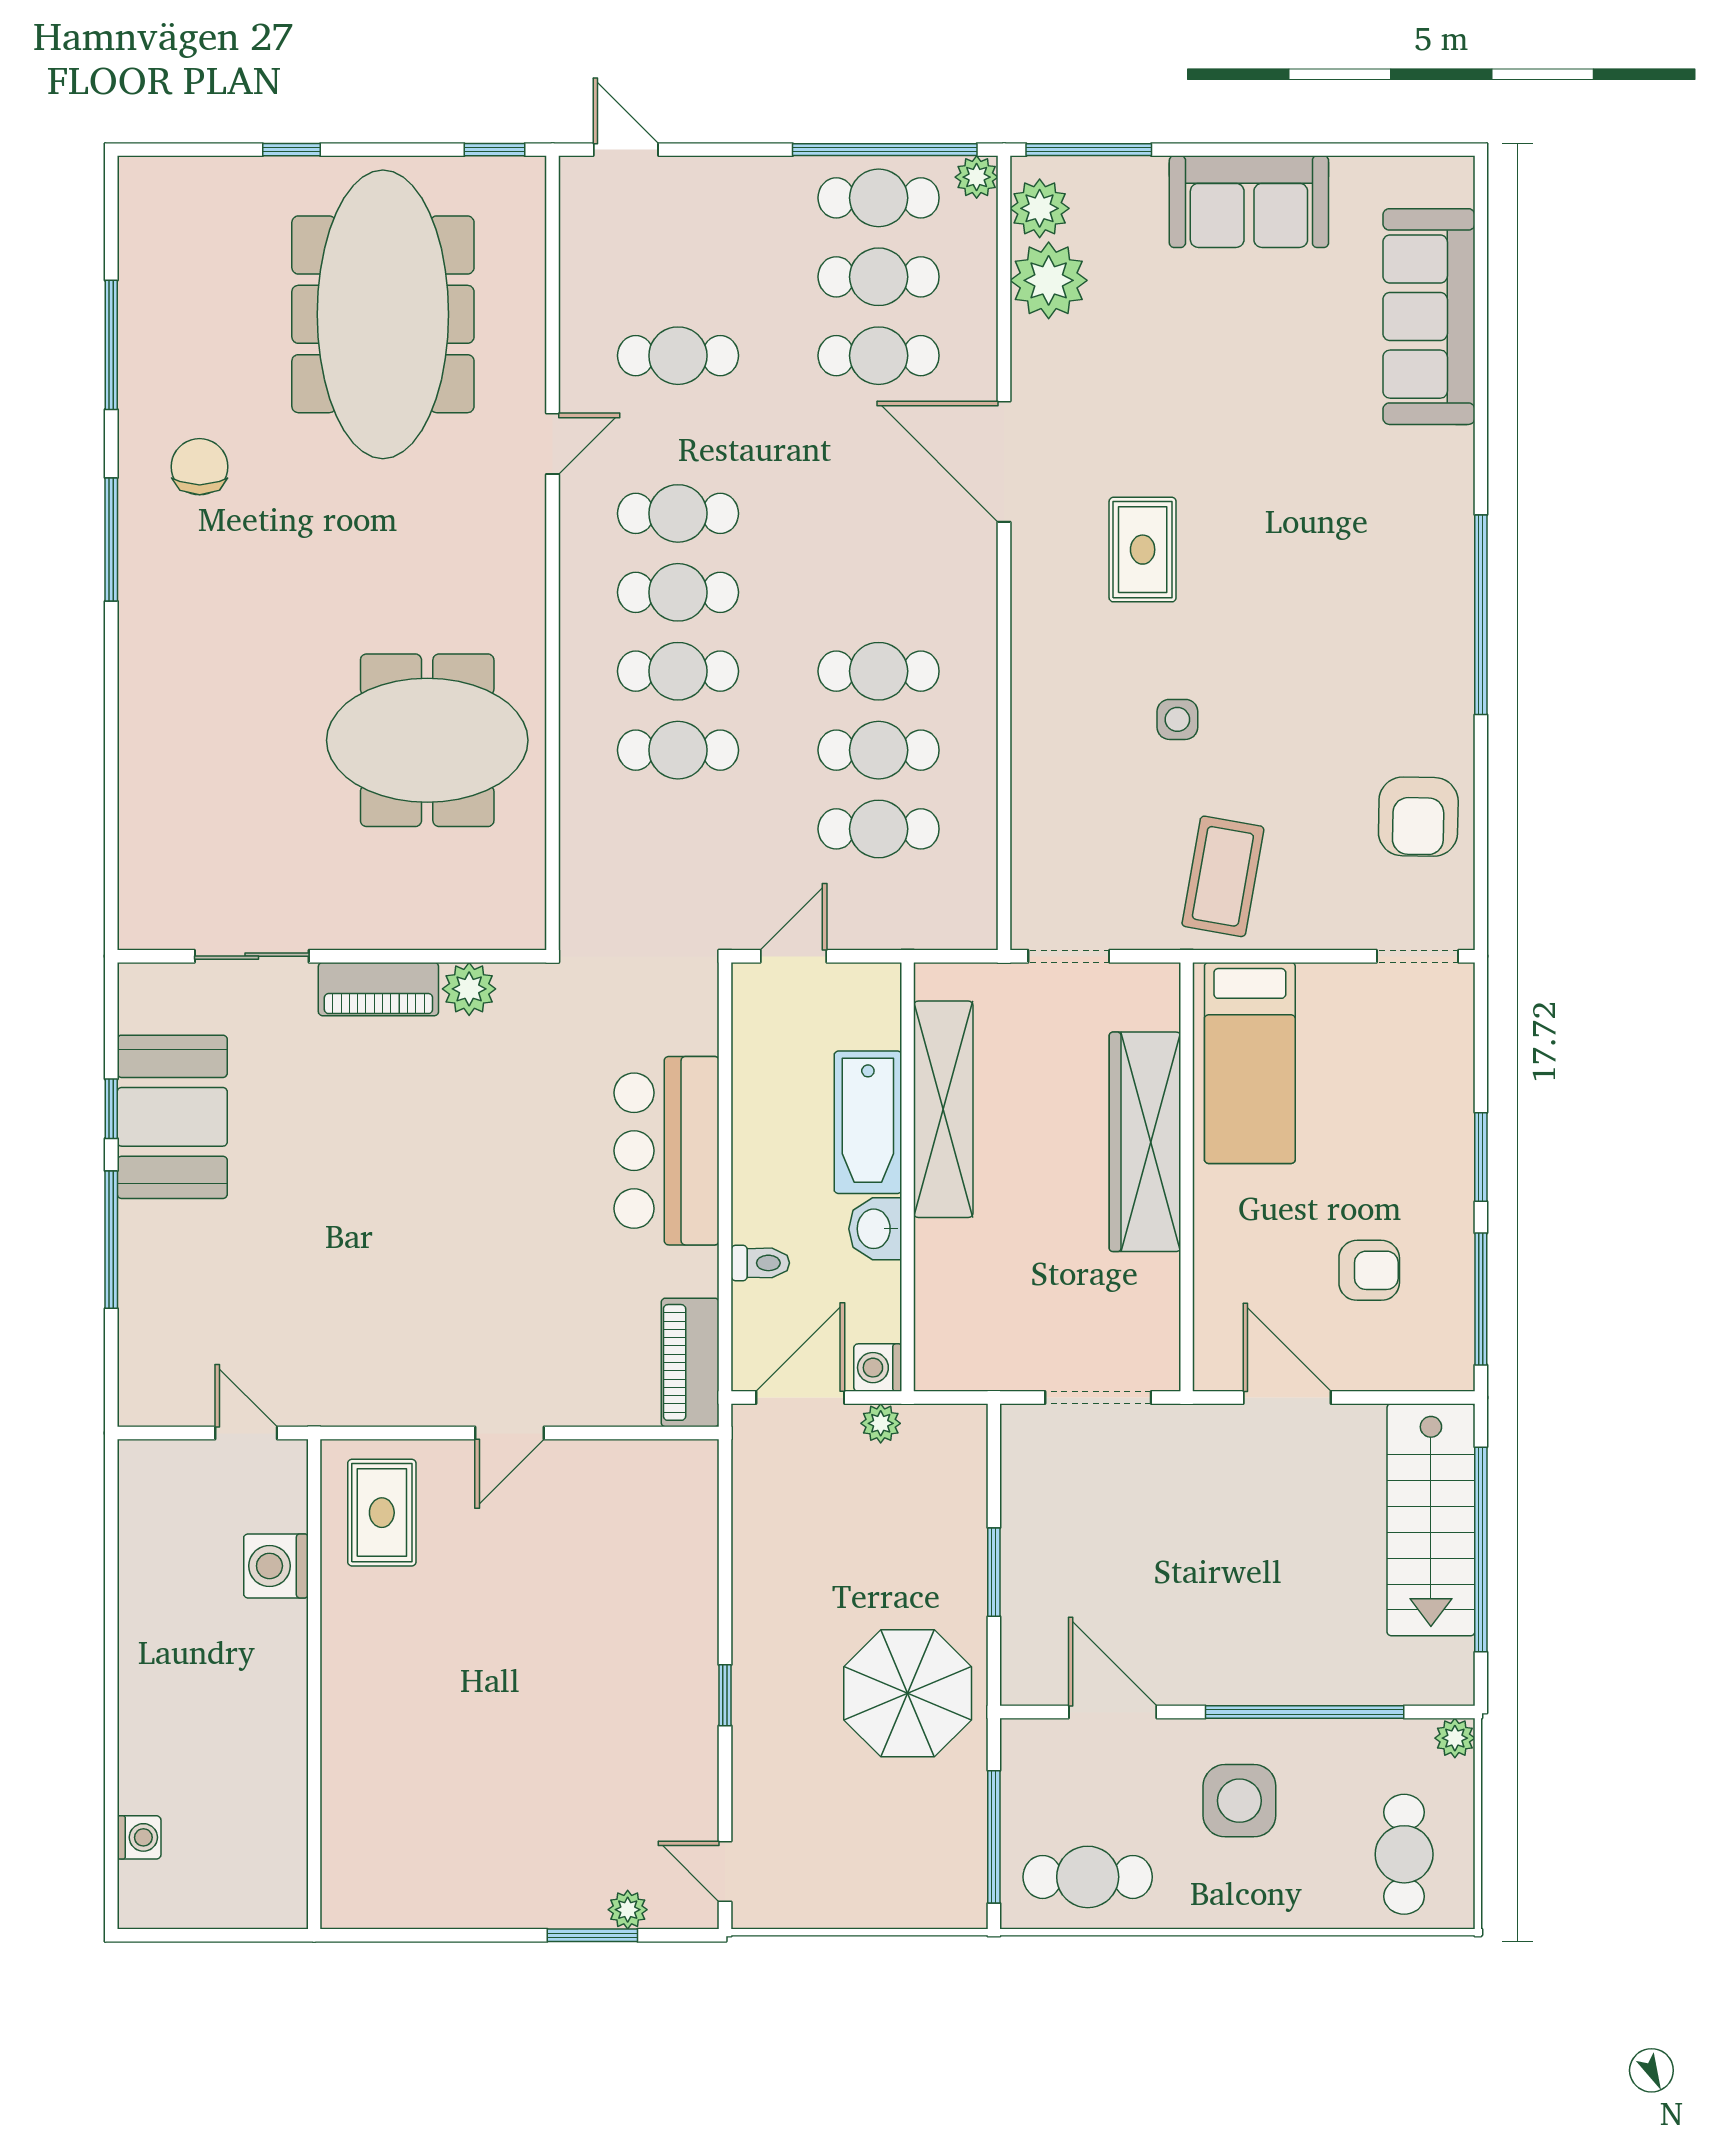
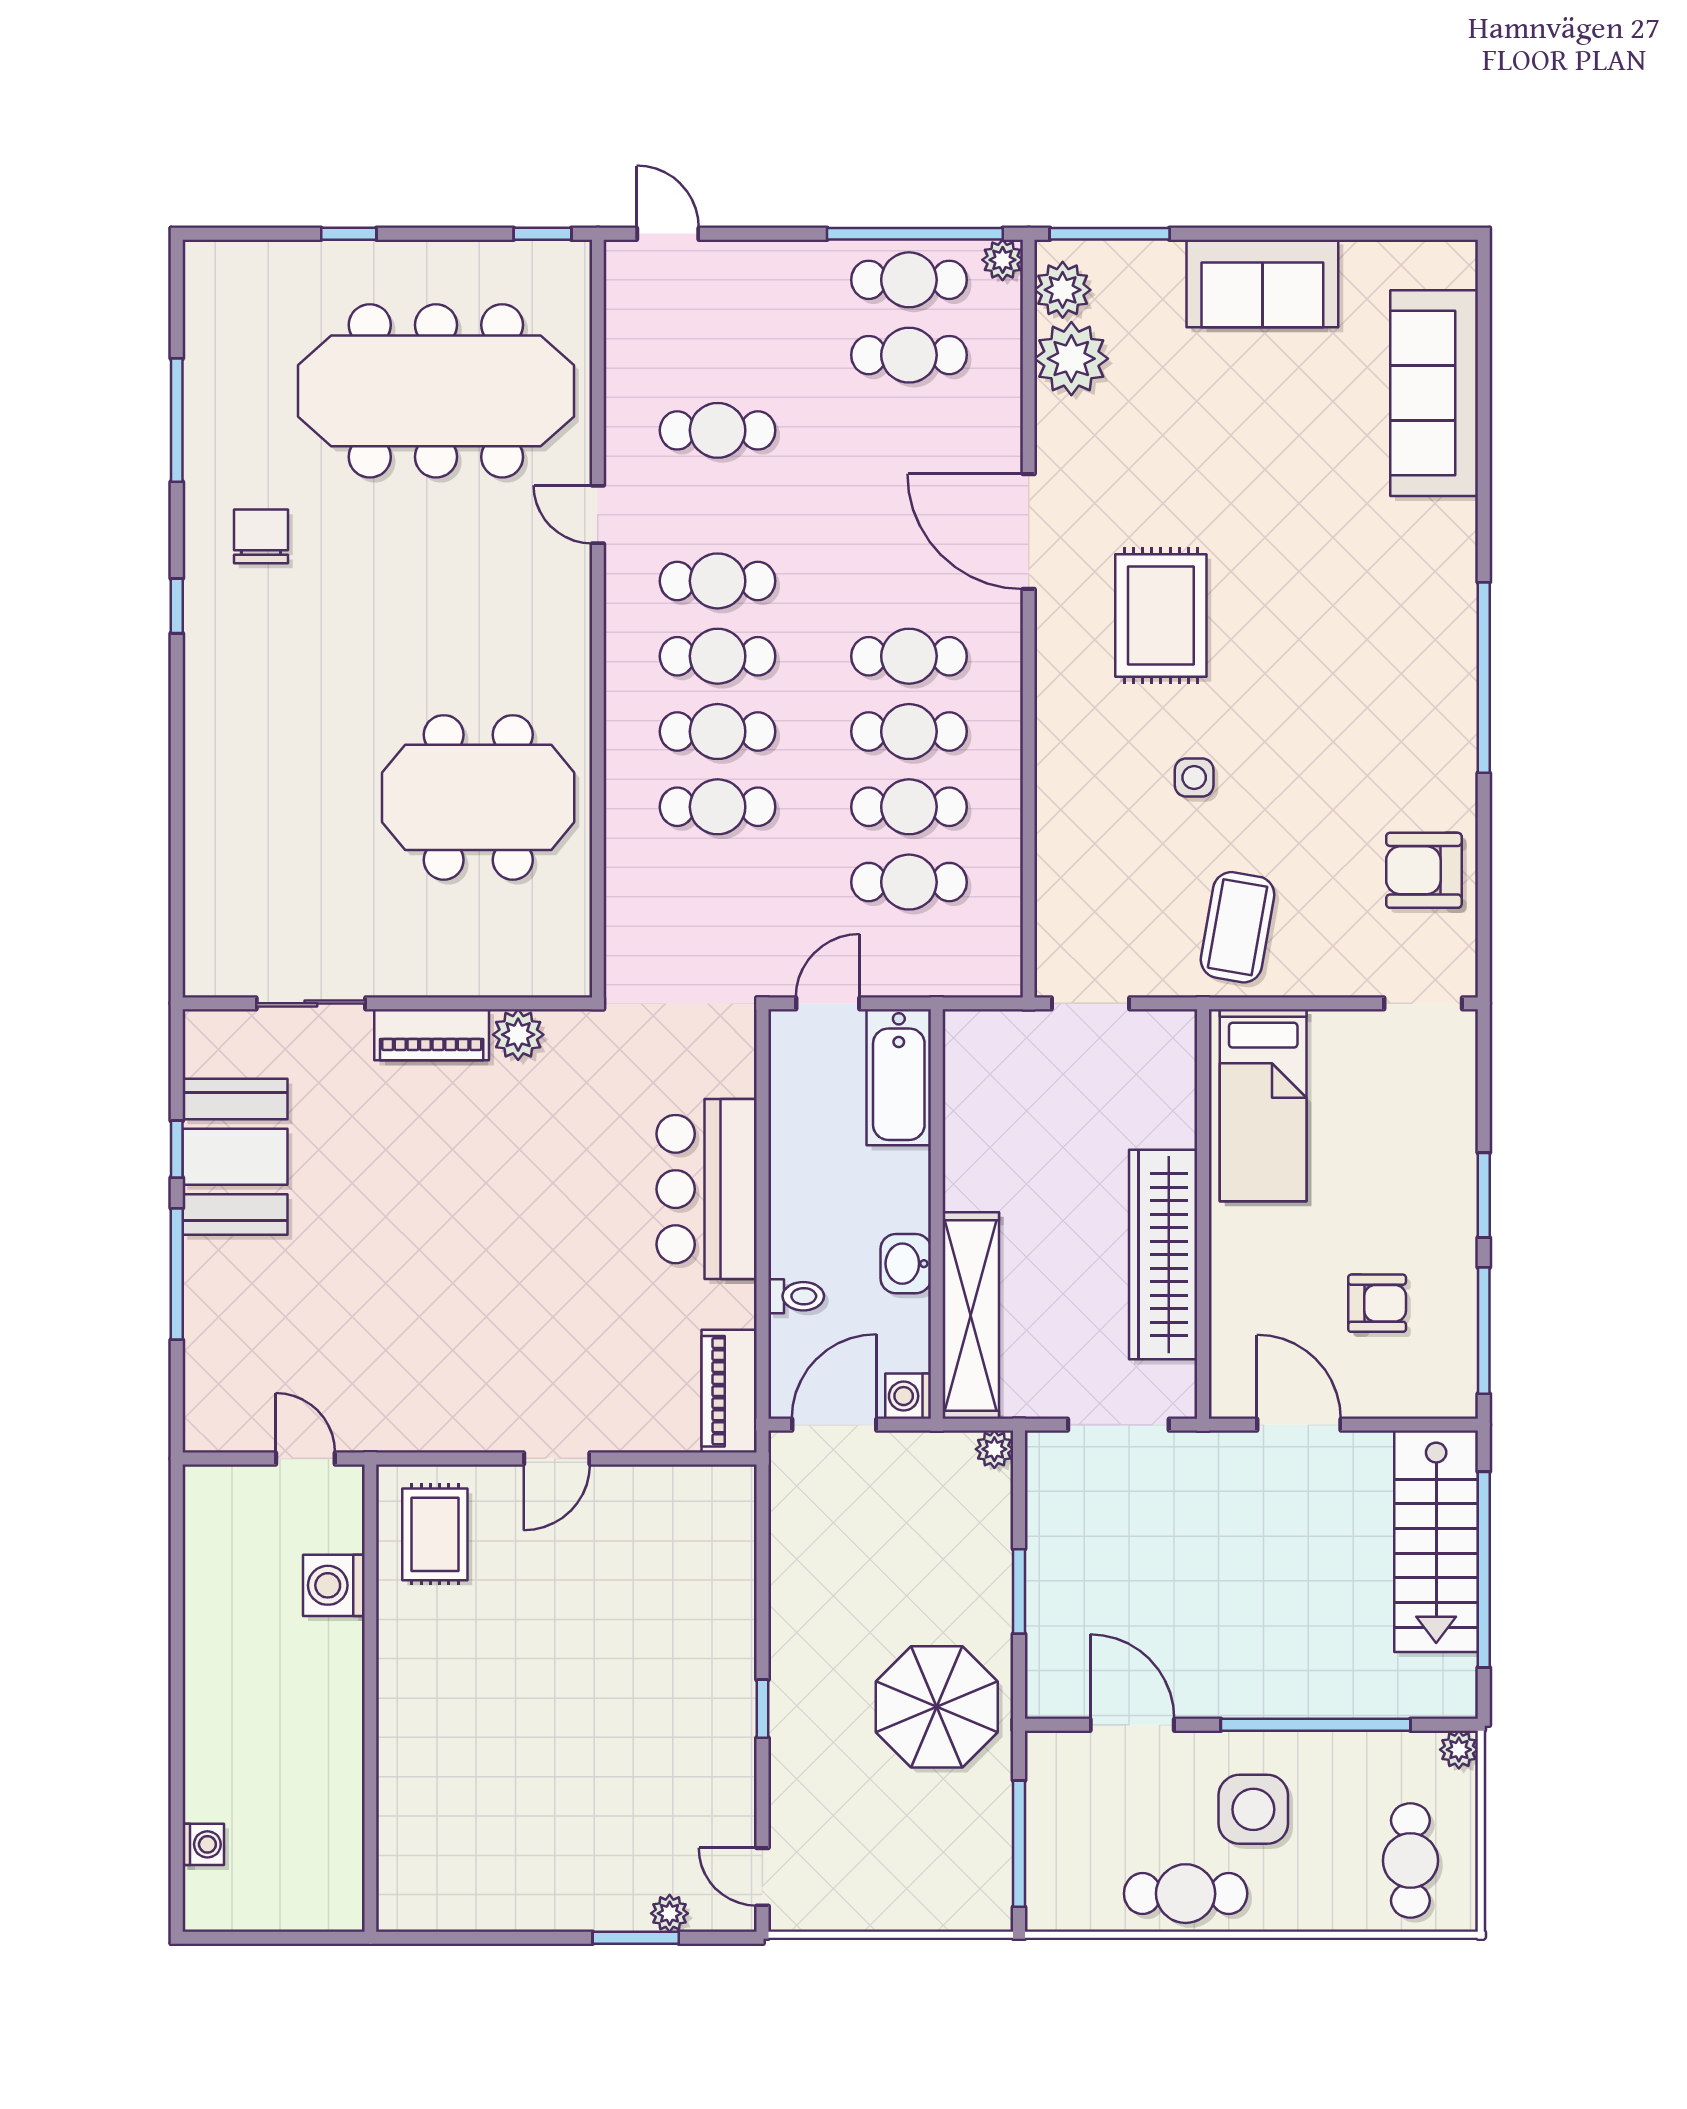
meeting table: (383, 314) -> (436, 391), turned 90
cafe table: (879, 356) -> (909, 656), moved
door: (553, 444) -> (598, 514), swing flipped
window: (111, 540) -> (177, 606), width x0.46
rug: (1143, 550) -> (1161, 615), width x1.36, depth x1.43
armchair: (1418, 817) -> (1424, 870), turned 89
shelving: (943, 1109) -> (971, 1315), moved
bathtub: (868, 1122) -> (899, 1077), moved
wardrobe: (1145, 1142) -> (1163, 1255), moved
plant: (881, 1423) -> (994, 1449), moved
cafe table: (1088, 1877) -> (1186, 1894), moved

